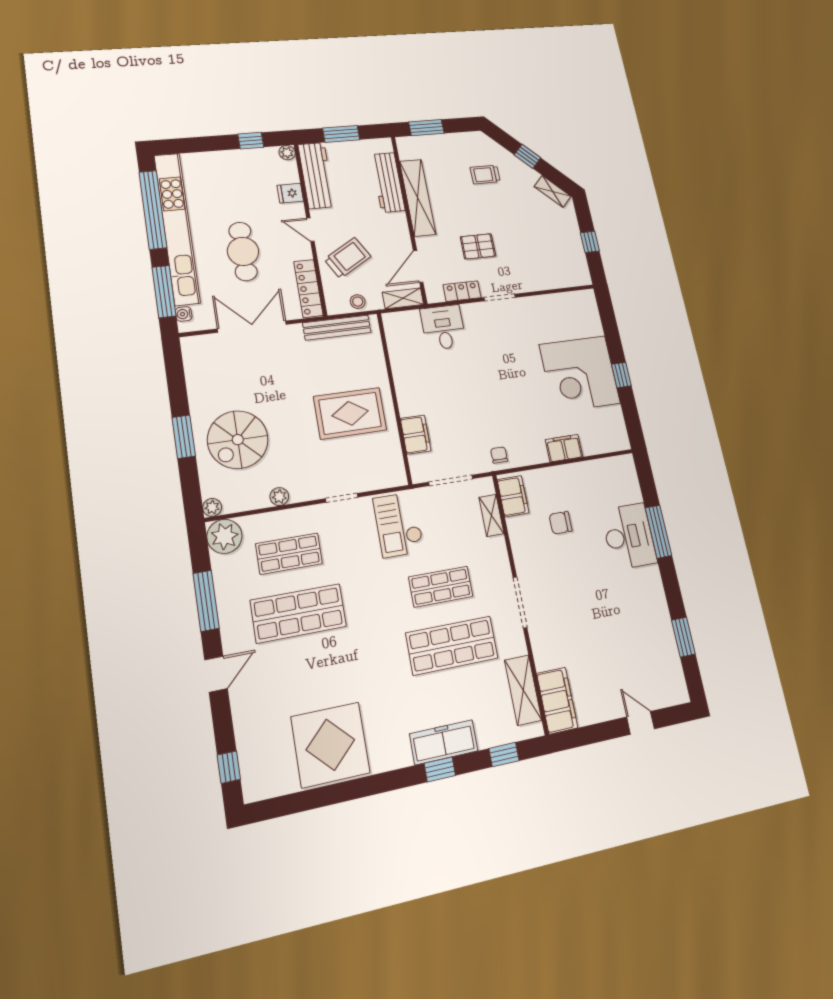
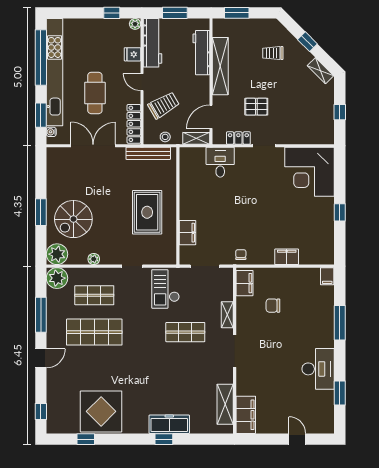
window: (164, 292) -> (41, 115), width x0.69
corner desk: (580, 374) -> (310, 172), moved
rug: (350, 413) -> (147, 212), turned 90
filing cabinet: (626, 467) -> (327, 276), added
plant: (212, 507) -> (57, 254), width x1.88, depth x1.88
shelving: (491, 515) -> (227, 315), moved
desk: (629, 536) -> (318, 369), moved
shop shelf: (452, 645) -> (185, 369), removed
window: (504, 755) -> (86, 439), moved

